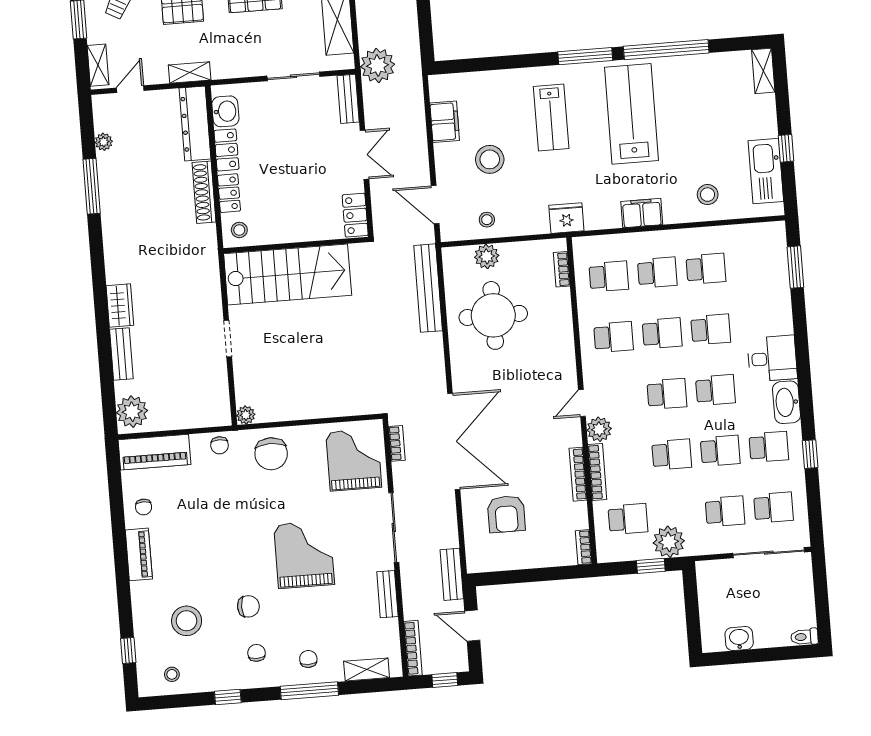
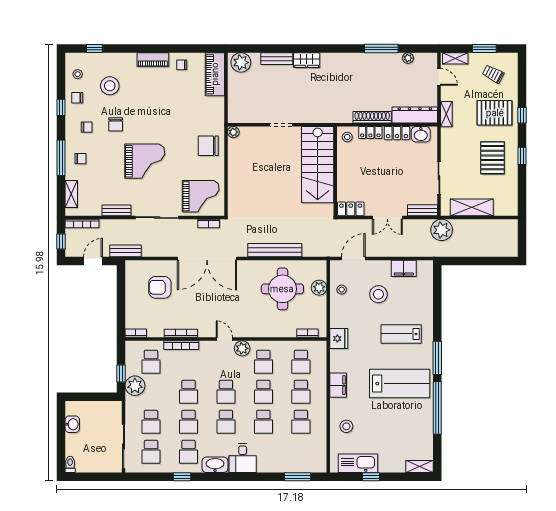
bench: (428, 288) -> (275, 250), moved
plant: (599, 429) -> (242, 348), moved
chair: (220, 445) -> (77, 98), moved

